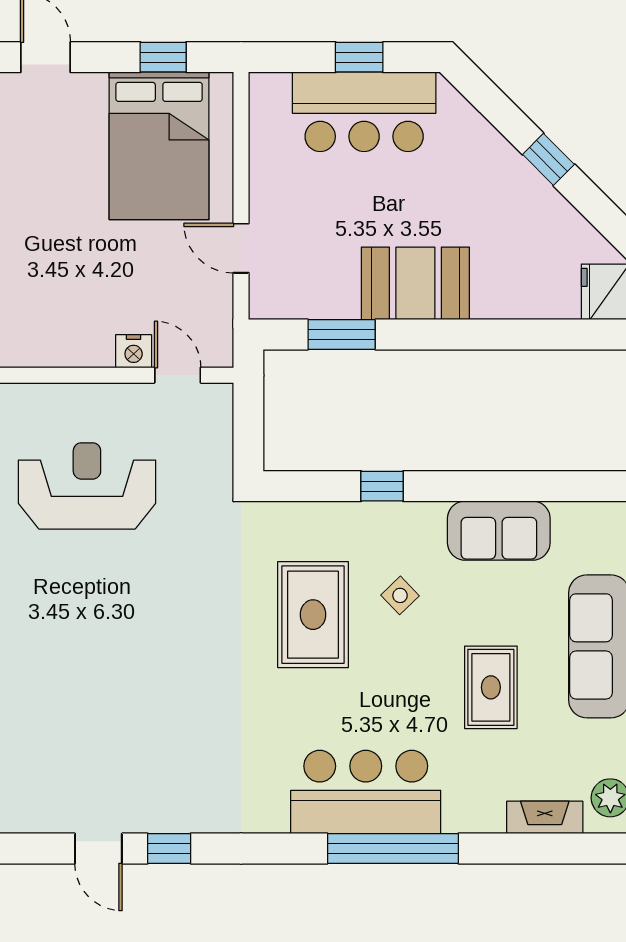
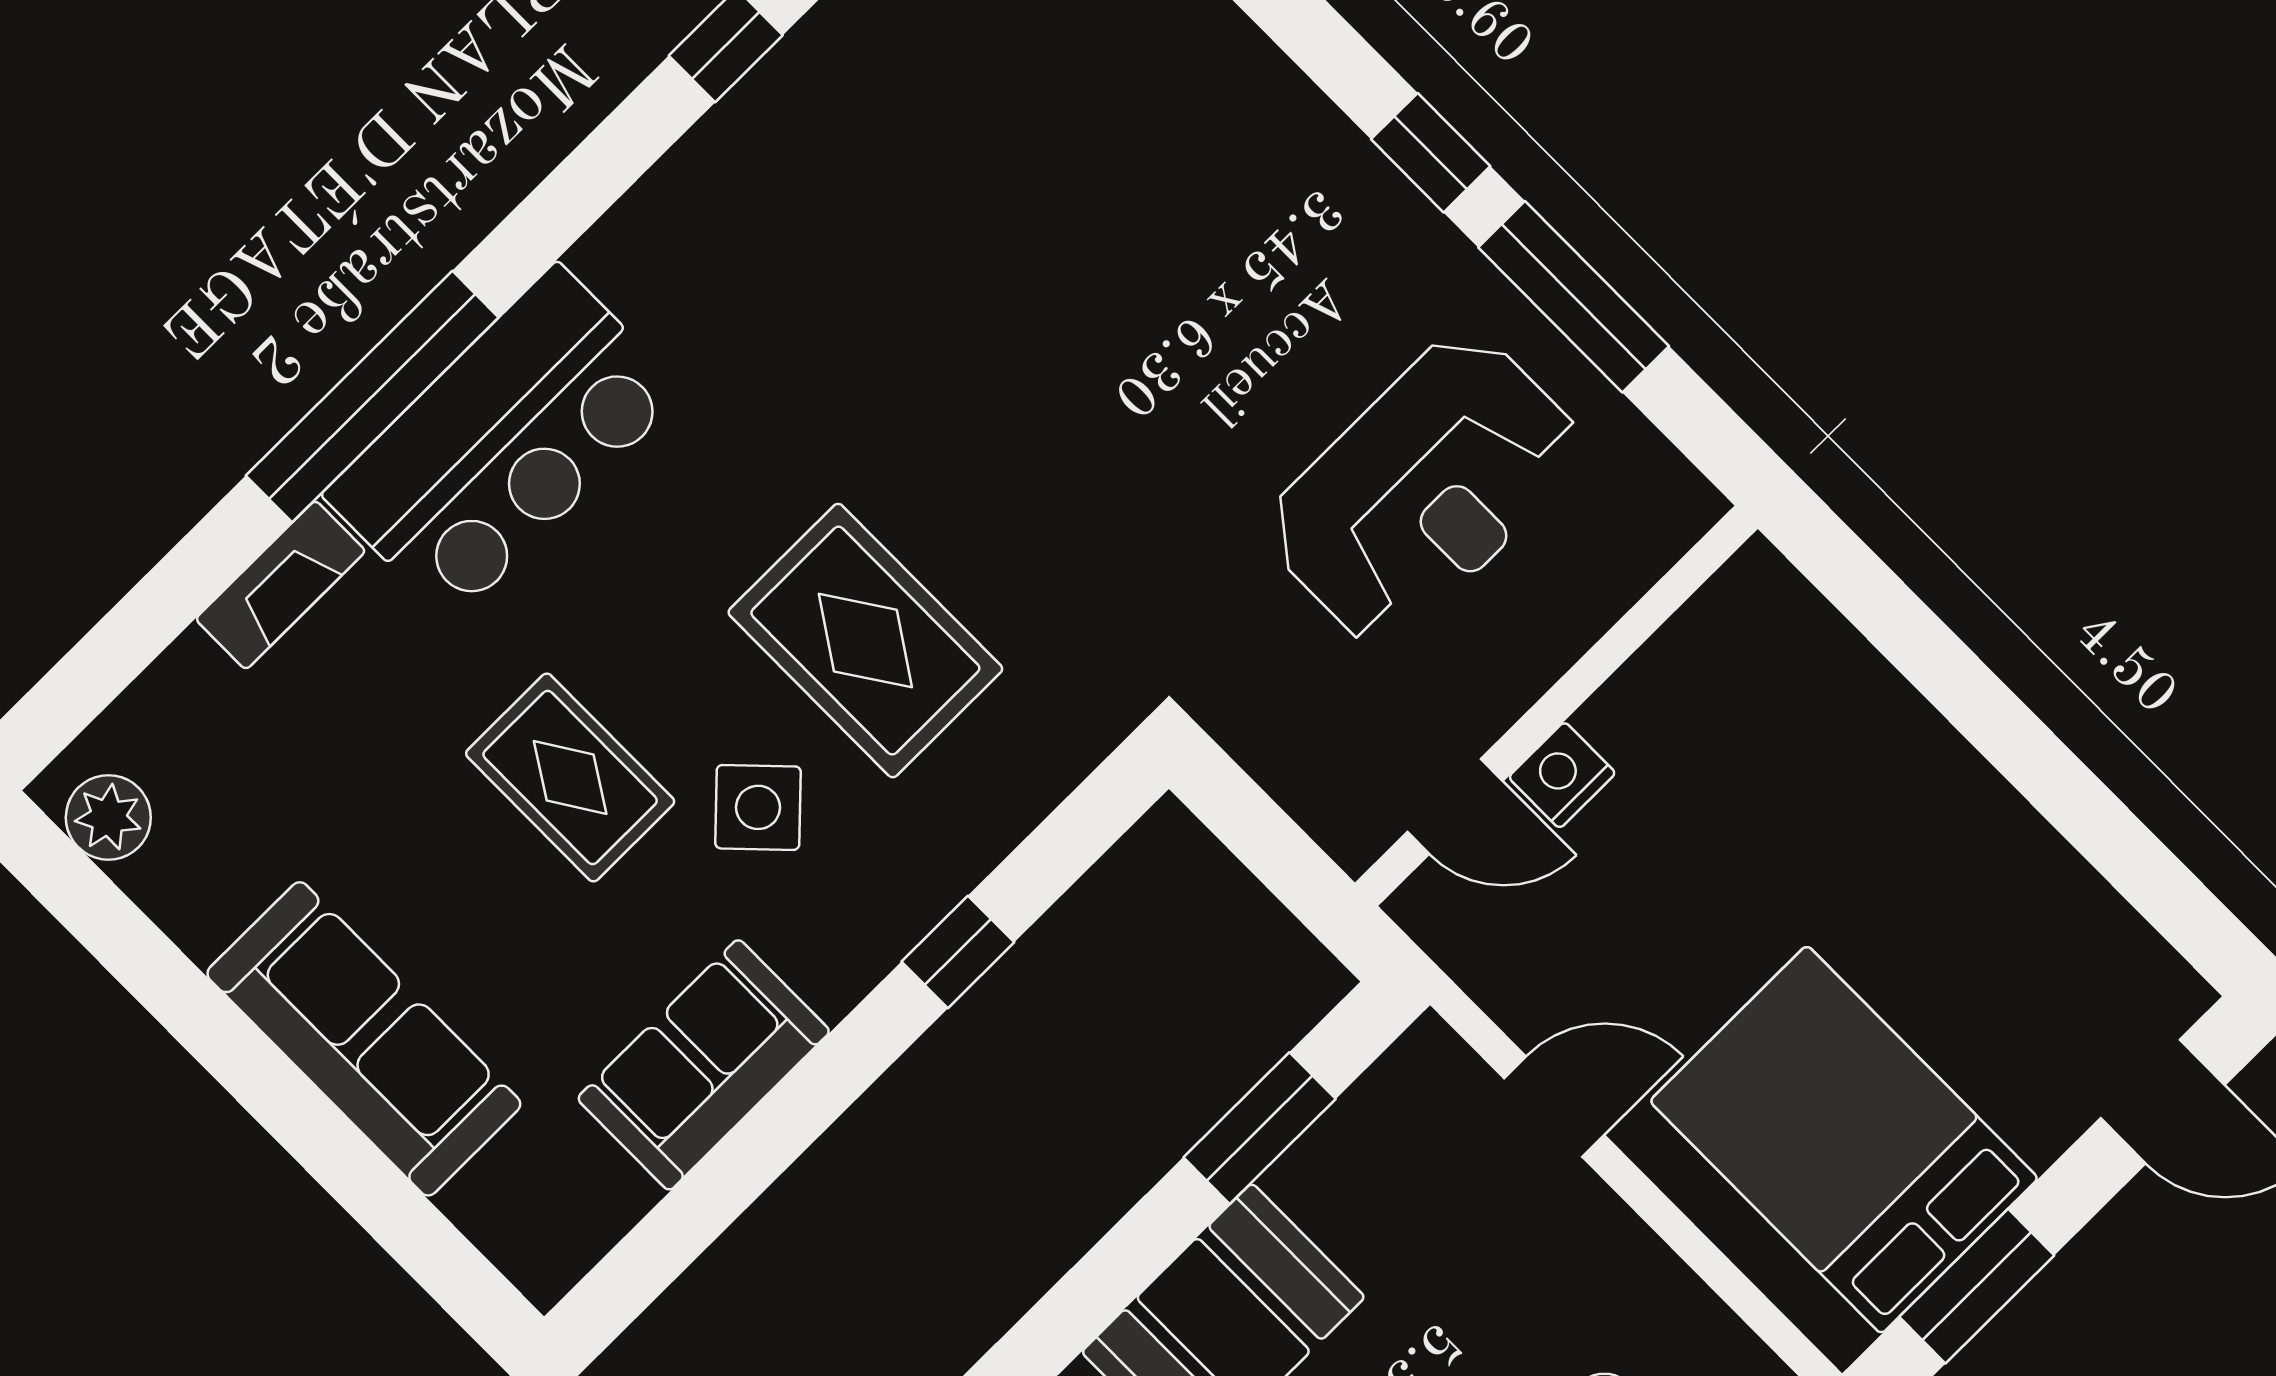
window: (163, 57) -> (1977, 1286), width x1.50
side table: (400, 595) -> (758, 807), width x1.37, depth x1.37
rug: (491, 687) -> (570, 778), moved
fireplace: (545, 817) -> (281, 585), moved

